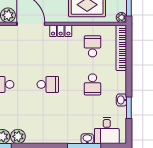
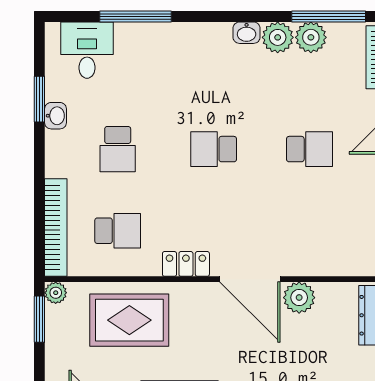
school desk: (93, 46) -> (118, 231), turned -90
school desk: (93, 84) -> (118, 149), turned 180
washbasin: (87, 139) -> (247, 33), moved

